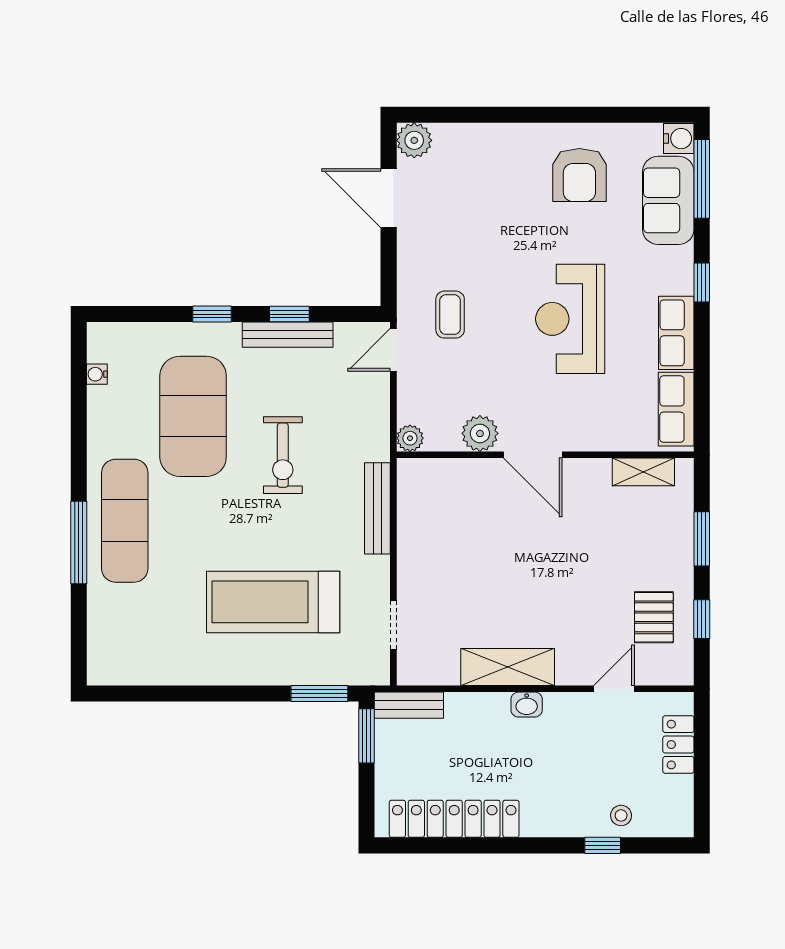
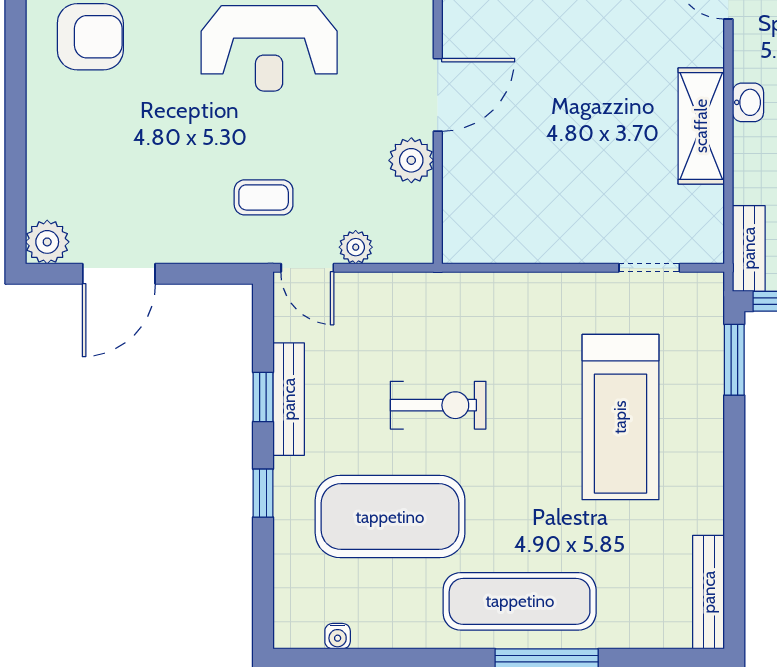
plant: (410, 438) -> (356, 247), moved
bench: (377, 508) -> (709, 592), moved, turned 90

